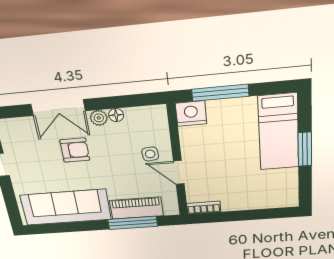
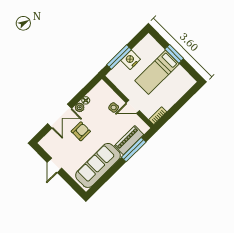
nightstand: (191, 114) -> (131, 60), moved
bed: (278, 132) -> (157, 72), moved, turned 90

